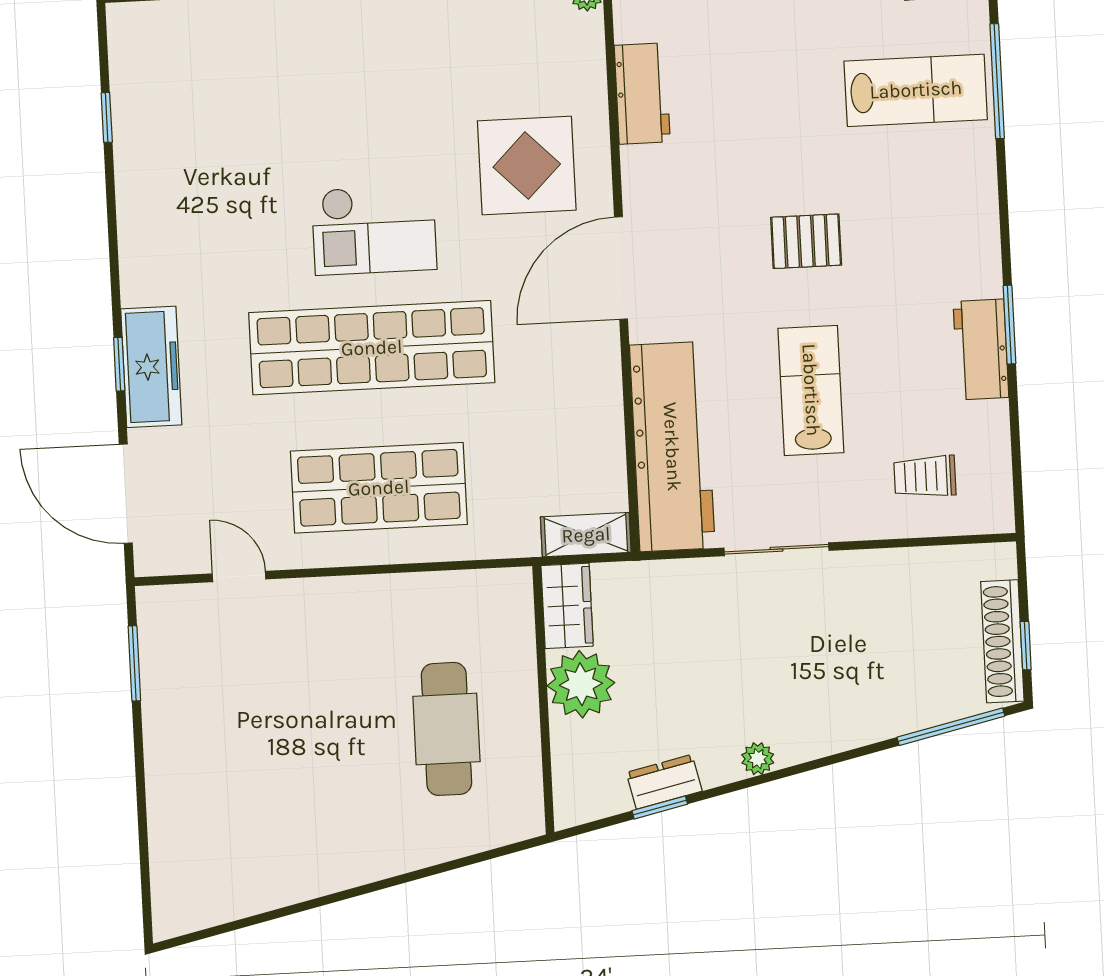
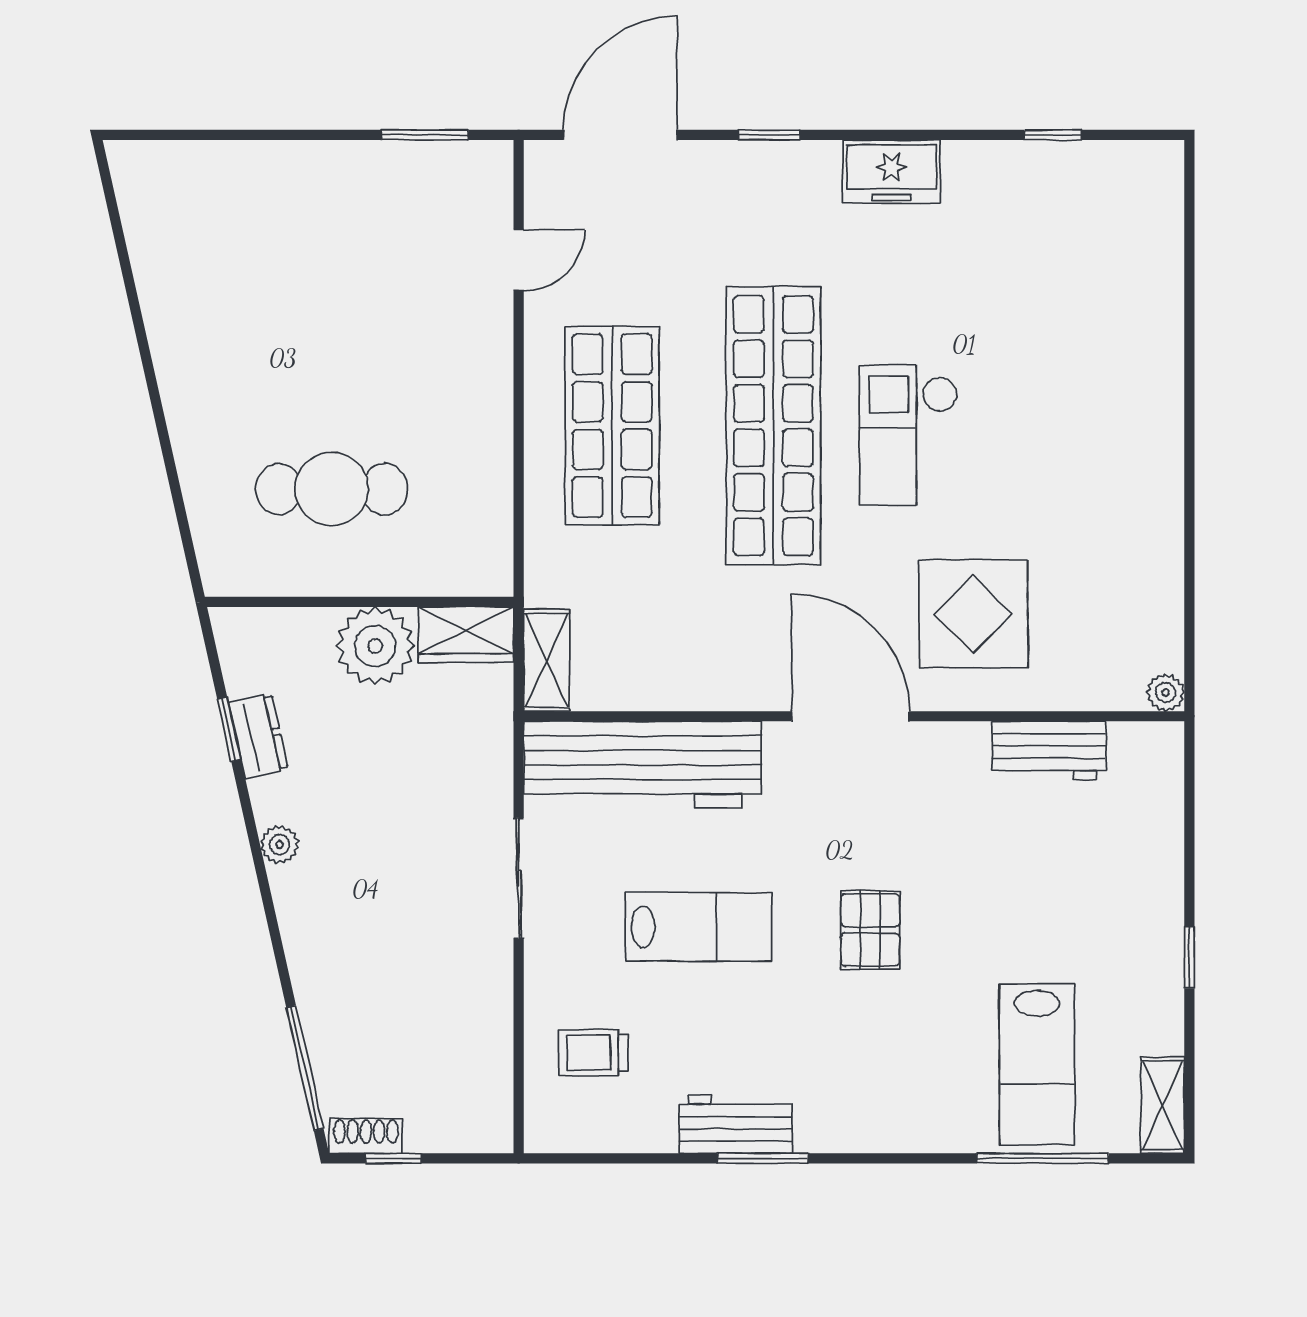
freezer: (151, 367) -> (891, 172), moved, width x0.71
trolley: (925, 476) -> (593, 1053), turned -90
shoe rack: (1002, 641) -> (366, 1136), width x0.51, depth x0.81

